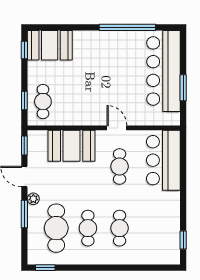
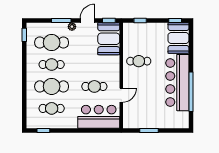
bar counter: (163, 71) -> (177, 83), moved, turned -90
cafe table: (43, 102) -> (139, 61), moved
door: (117, 128) -> (121, 95), moved
booth: (72, 146) -> (109, 39), moved
cafe table: (120, 228) -> (52, 86), width x1.37, depth x1.35
cafe table: (151, 228) -> (52, 108), added

